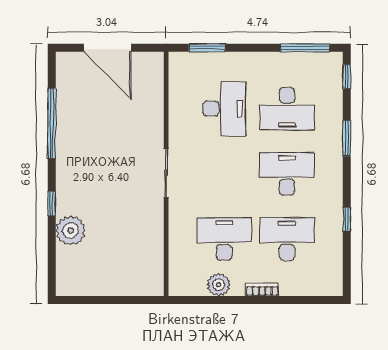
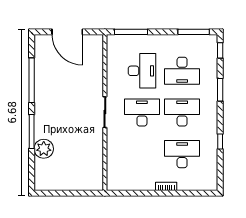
window: (207, 48) -> (131, 32), width x1.44
window: (52, 204) -> (32, 131), width x2.17
desk: (224, 239) -> (142, 112), moved
plant: (219, 285) -> (138, 183), removed

